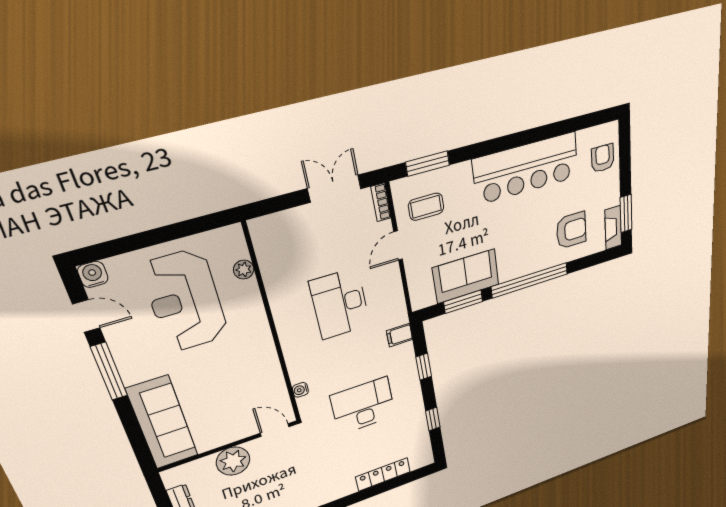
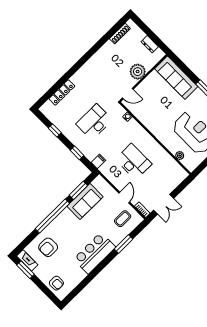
window: (428, 164) -> (124, 244), moved
bar counter: (526, 168) -> (94, 253), width x0.73
desk: (363, 406) -> (94, 122), turned 180

